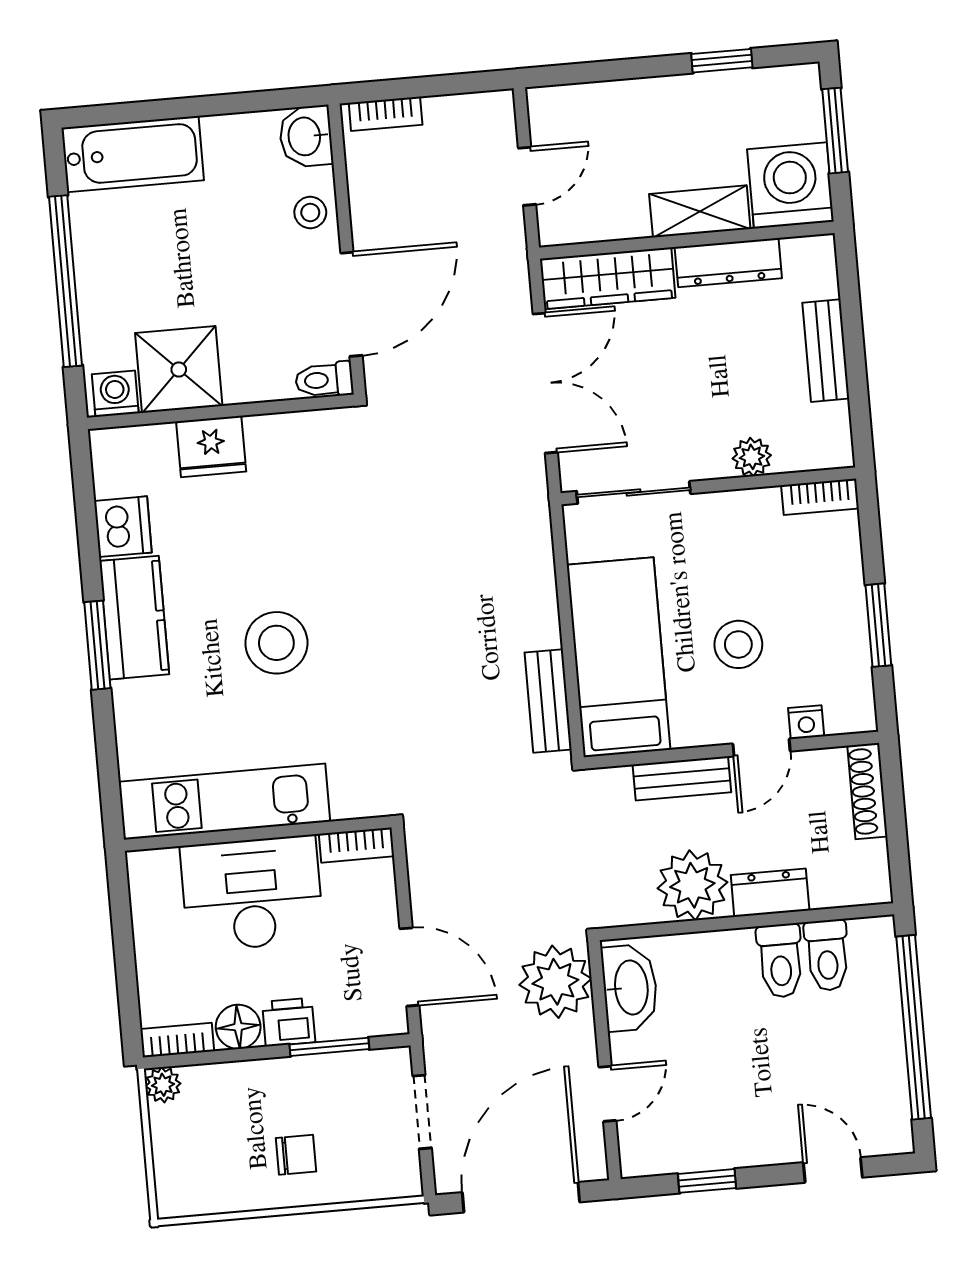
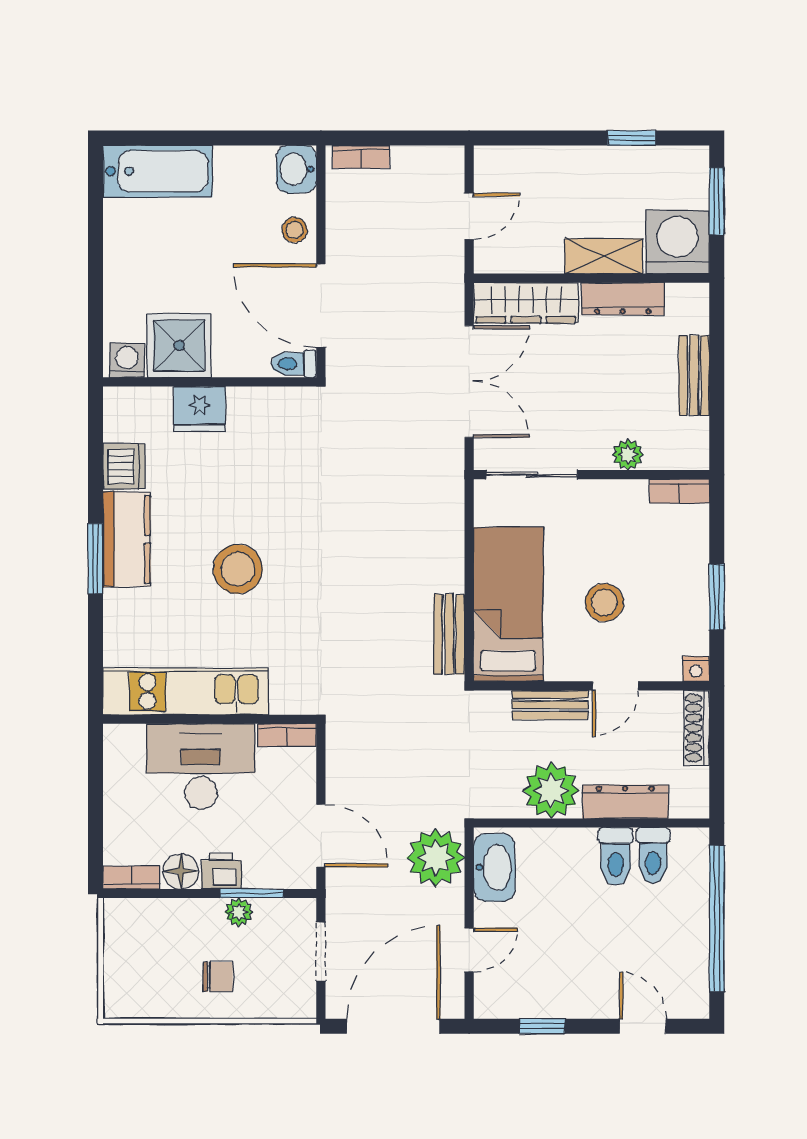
window: (65, 281) -> (95, 267), removed
door: (351, 304) -> (321, 306), swing flipped
nightstand: (806, 722) -> (696, 669), moved
dresser: (770, 893) -> (625, 802), width x1.44
plant: (163, 1085) -> (239, 912), moved

